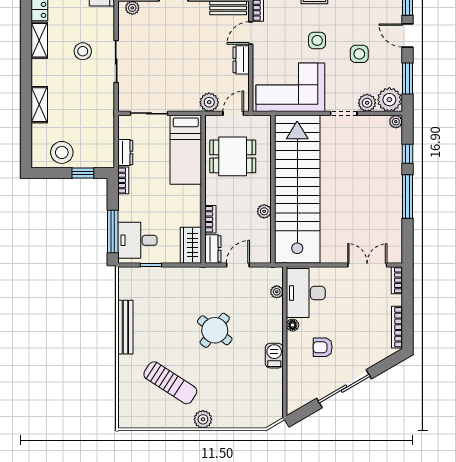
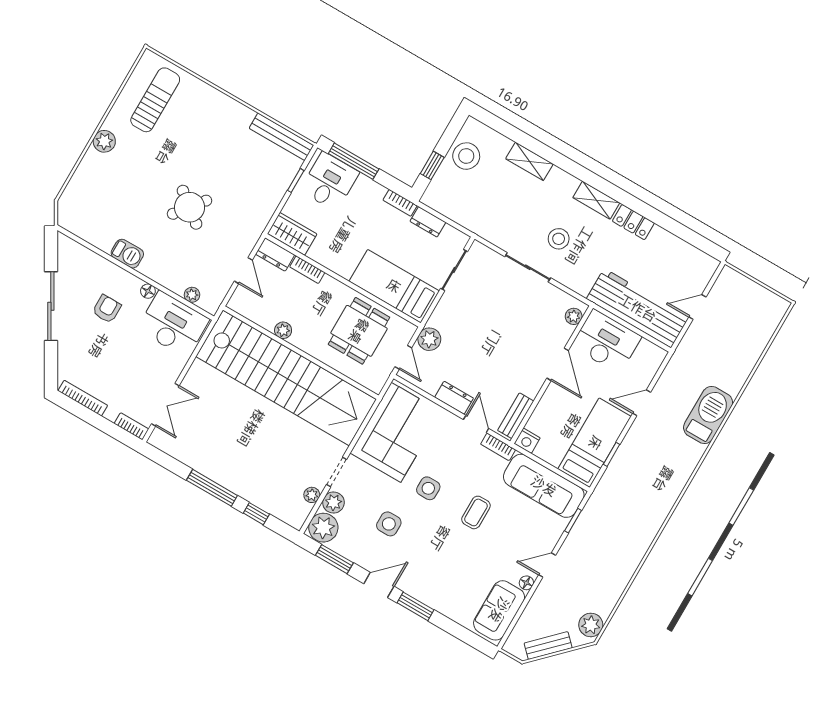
plant: (396, 122) -> (312, 495), moved
bench: (125, 327) -> (281, 137), moved
sun lounger: (170, 383) -> (155, 100), moved, turned 147

